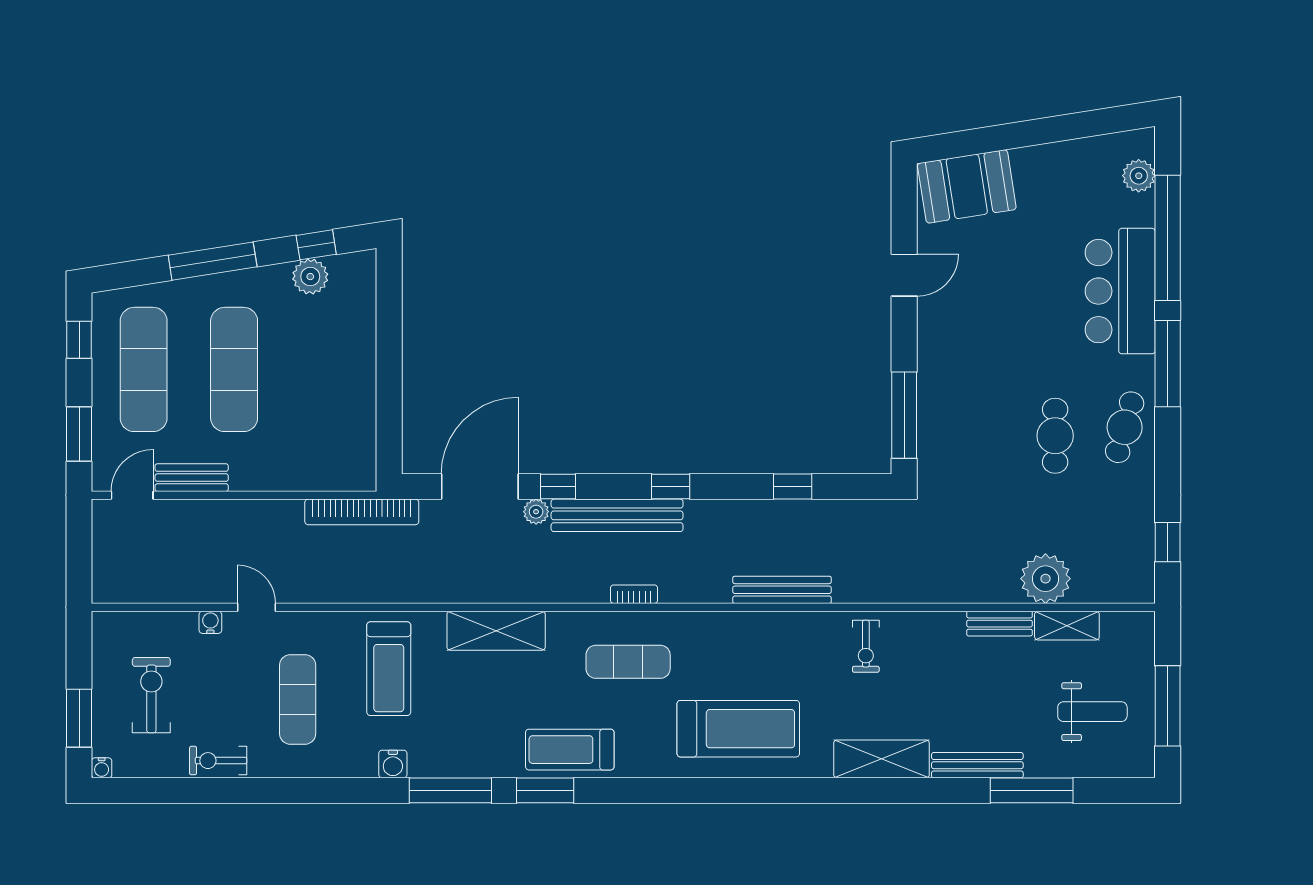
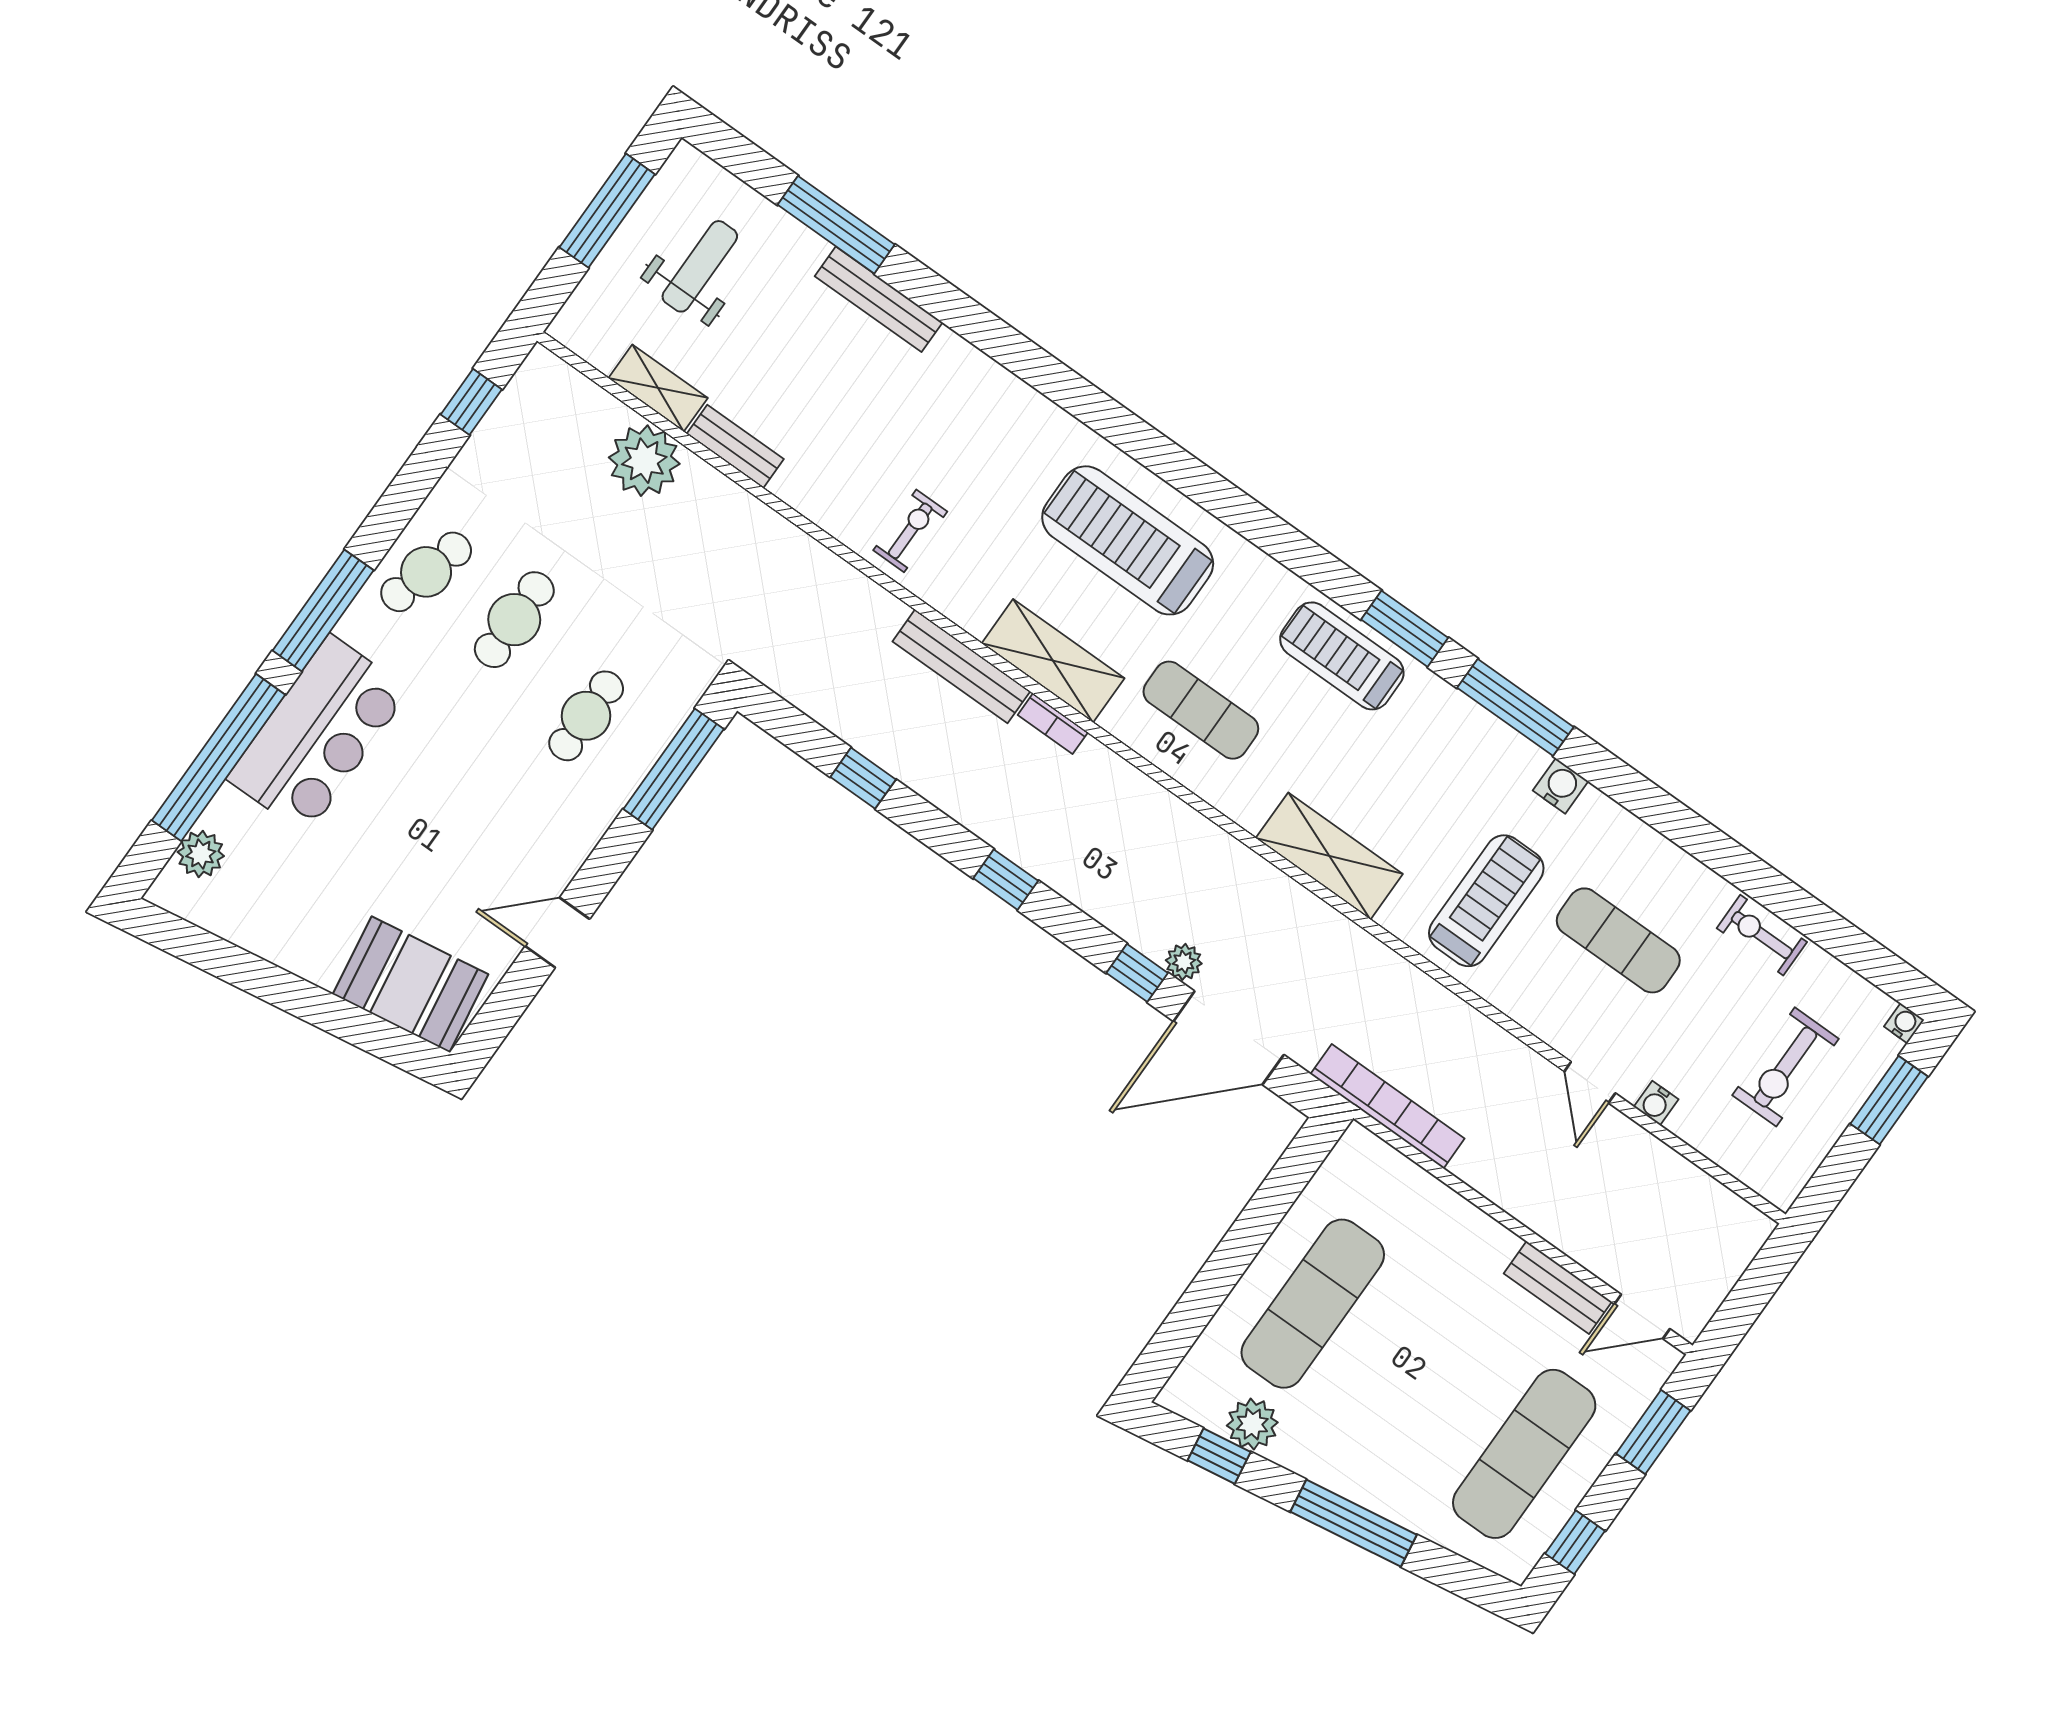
exercise mat: (234, 369) -> (1313, 1304), moved
cafe table: (975, 410) -> (586, 716), added
bench: (617, 515) -> (1092, 890), removed
bookcase: (634, 594) -> (1053, 724), moved
exercise mat: (298, 699) -> (1618, 940), turned 90
weight bench: (1092, 712) -> (700, 266), turned 90
treadmill: (570, 750) -> (1342, 656), turned 180
shelving: (881, 759) -> (1053, 661), moved
exercise bike: (218, 761) -> (1762, 935), turned 180

